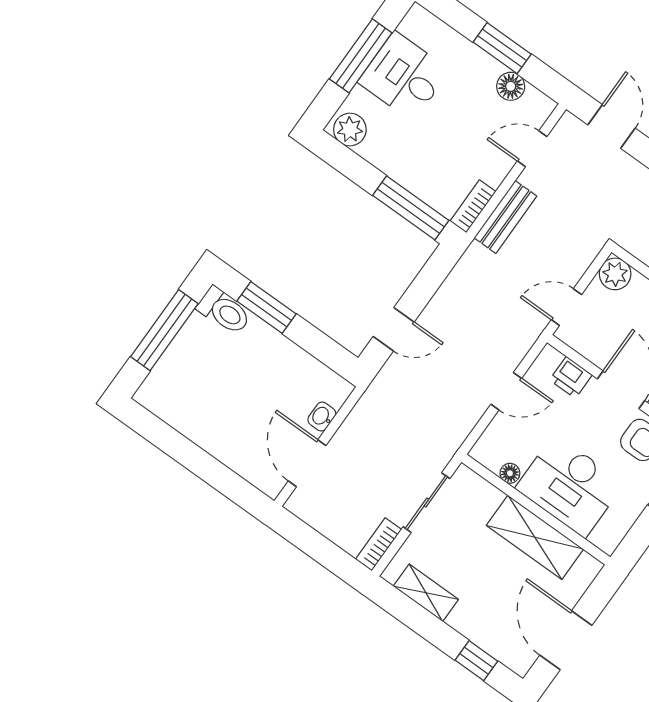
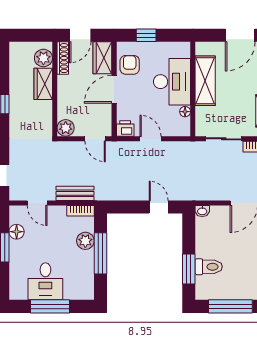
plant: (350, 129) -> (85, 241), moved
window: (411, 208) -> (100, 253), moved
toilet: (224, 311) -> (209, 267), moved, turned 90
printer: (571, 377) -> (125, 129), moved, turned -90
washbasin: (322, 417) -> (202, 211), moved

